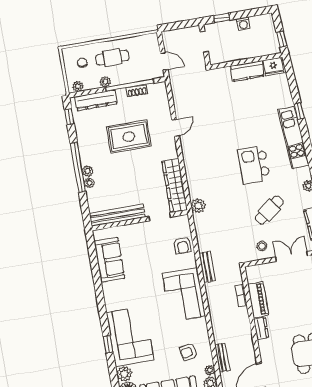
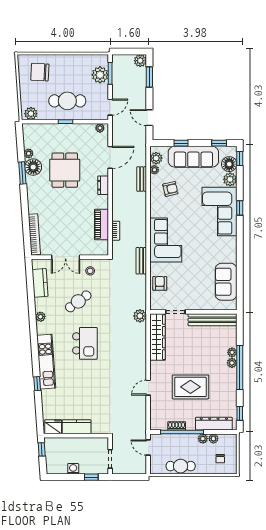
cafe table: (112, 58) -> (181, 466), moved
plant: (78, 86) -> (213, 439), moved
dresser: (261, 328) -> (103, 185), moved

